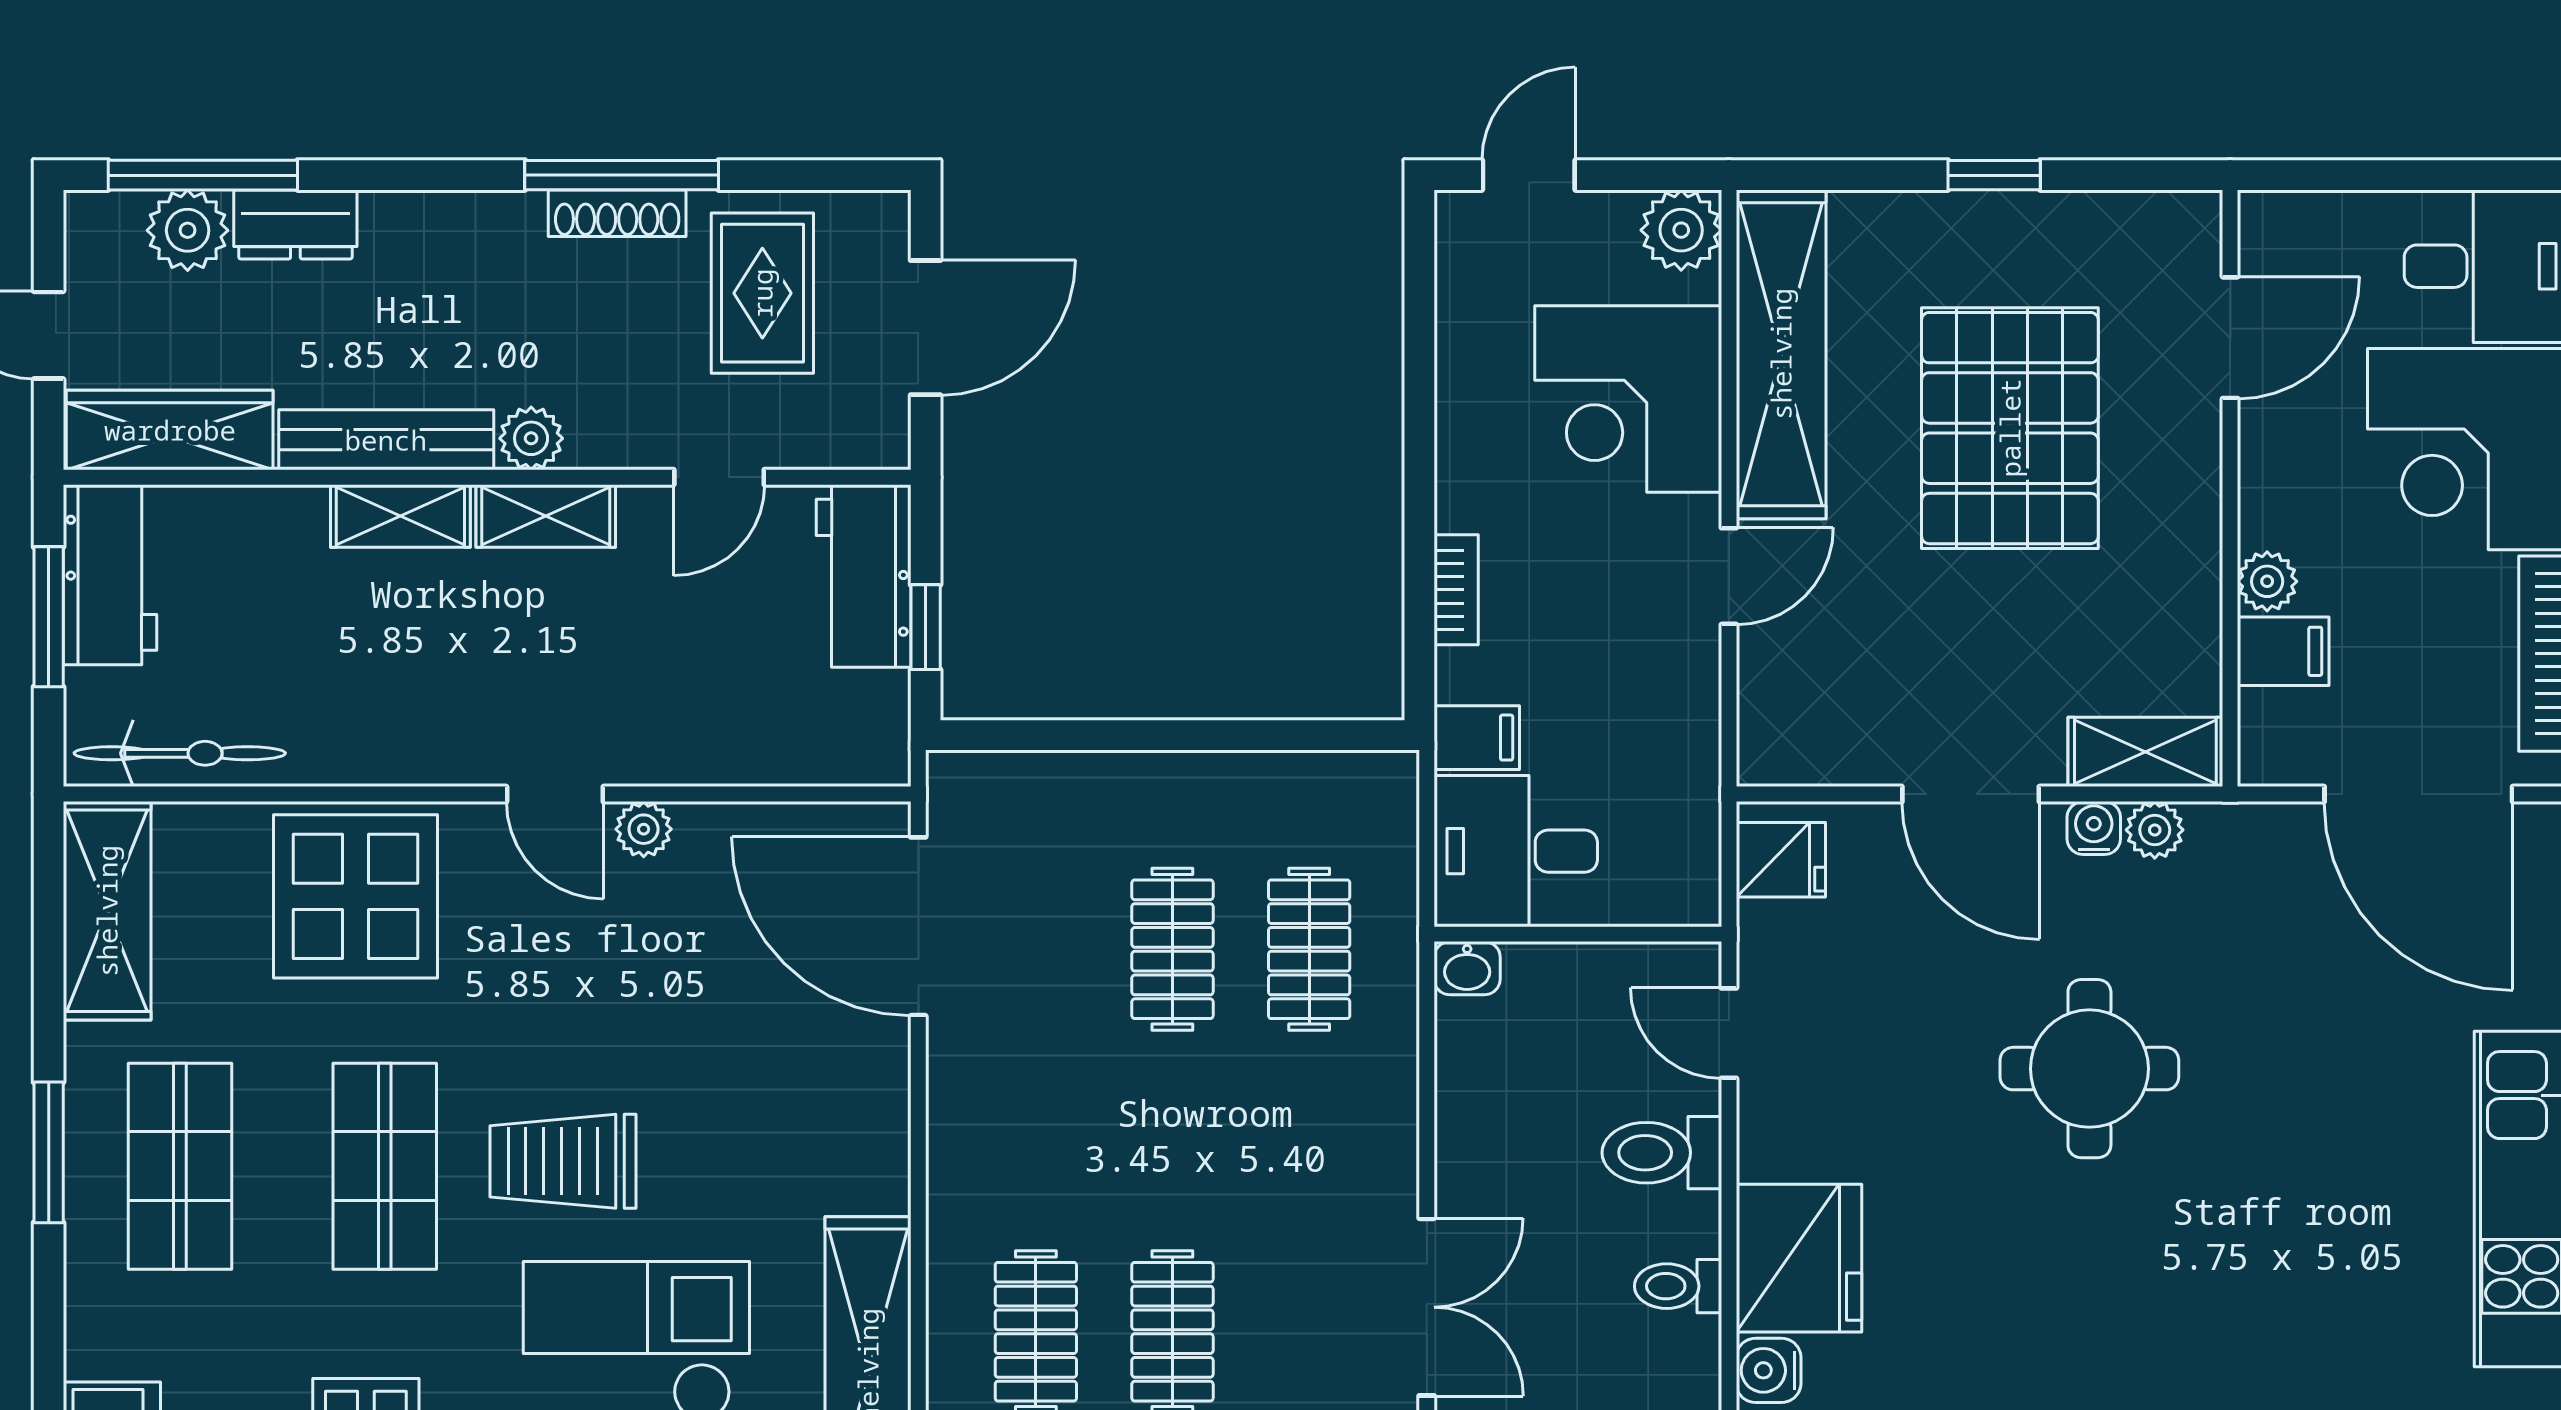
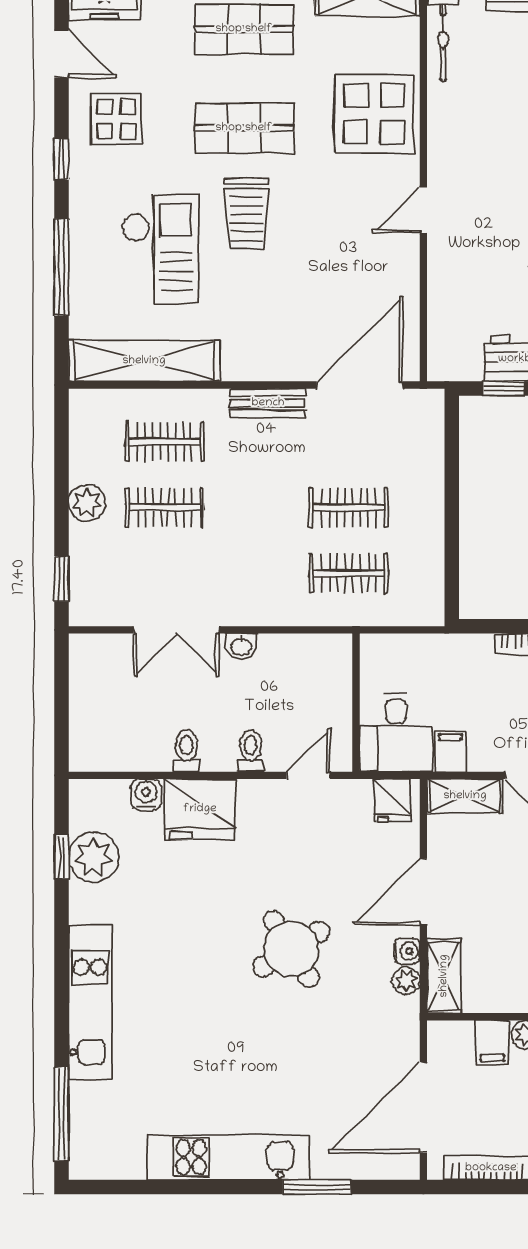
shelving: (1772, 708) -> (465, 796), added
filing cabinet: (1477, 738) -> (451, 751), moved, turned 180
plant: (644, 829) -> (407, 253), removed
desk: (1516, 851) -> (396, 733), moved, turned 180
washbasin: (1467, 968) -> (241, 646), moved, turned -90
round table: (2089, 1069) -> (291, 949), turned -32
bench: (956, 1118) -> (268, 403), added
toilet: (1662, 1153) -> (251, 751), width x0.73, depth x0.72
trolley: (563, 1161) -> (247, 214), turned 180

